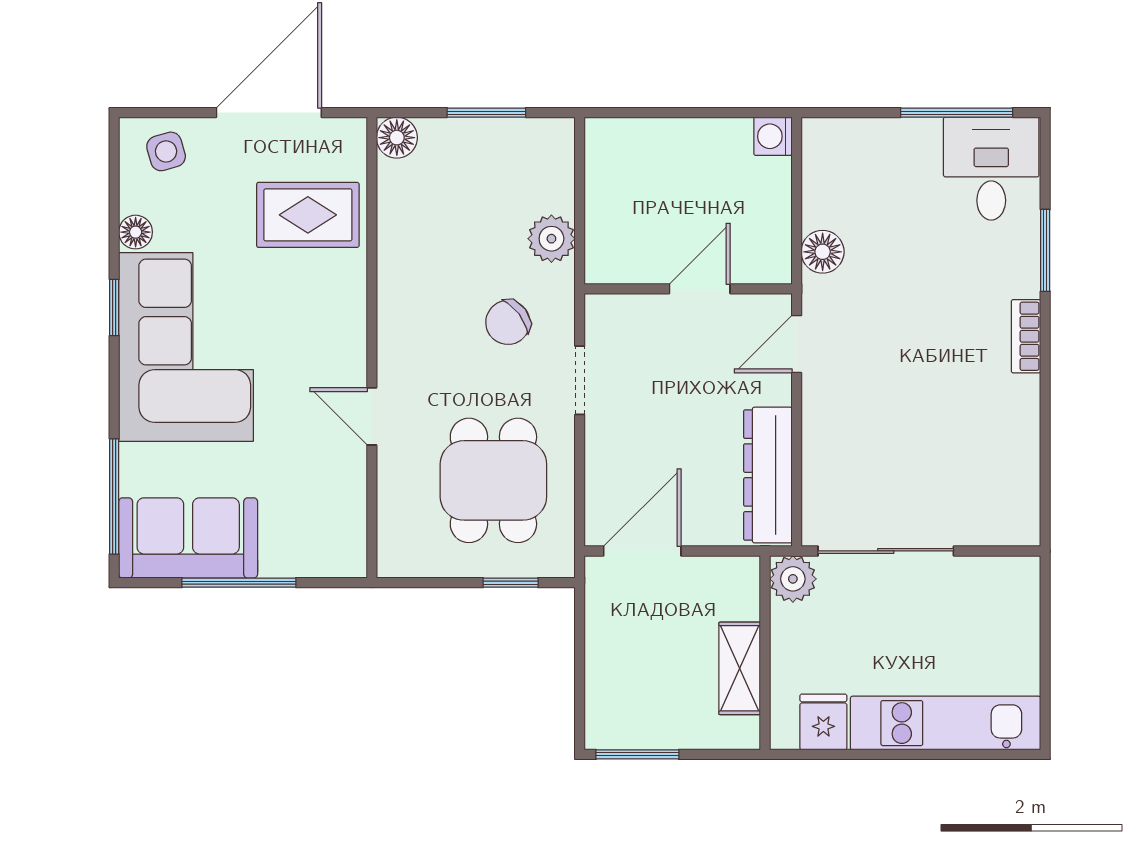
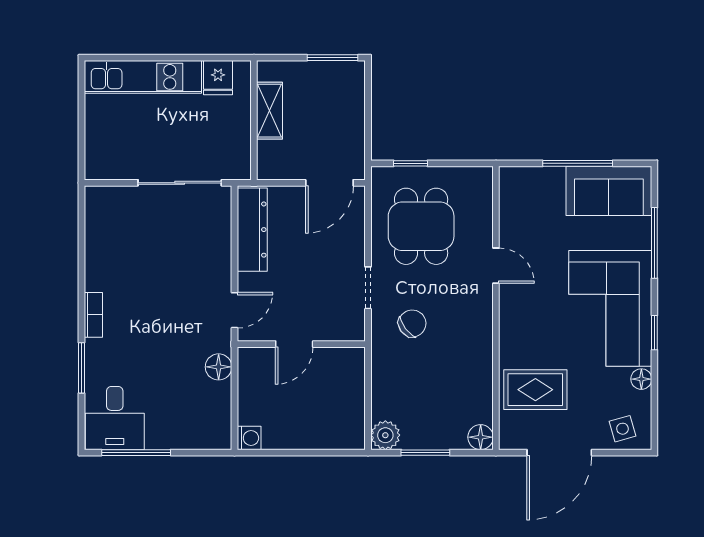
plant: (551, 239) -> (385, 435), moved
window: (114, 496) -> (654, 243), moved
plant: (793, 579) -> (237, 166), removed

